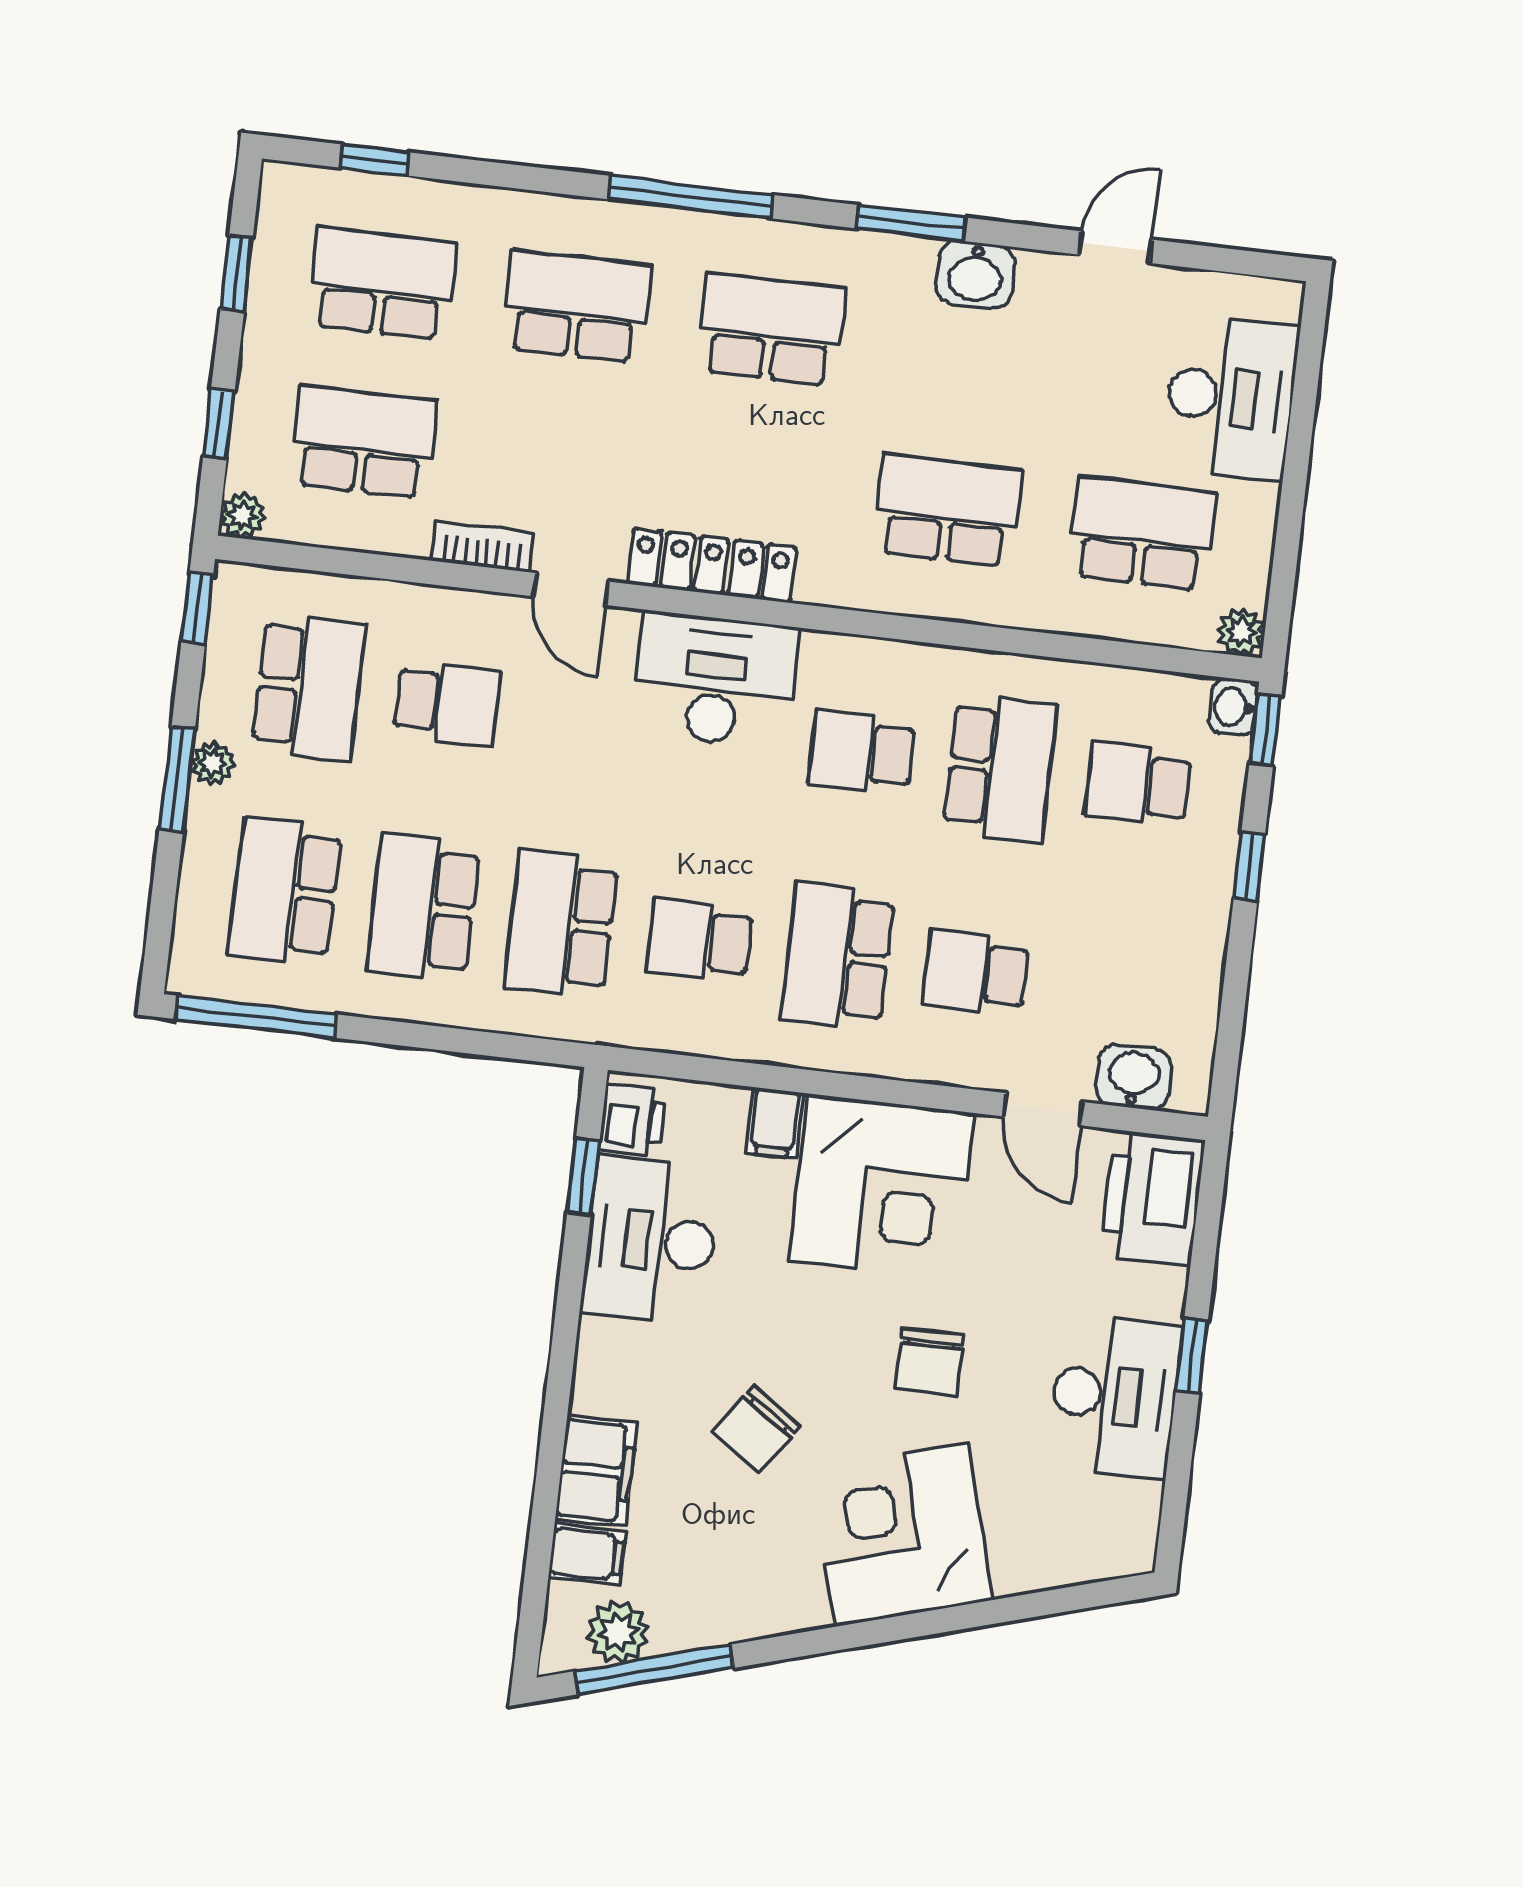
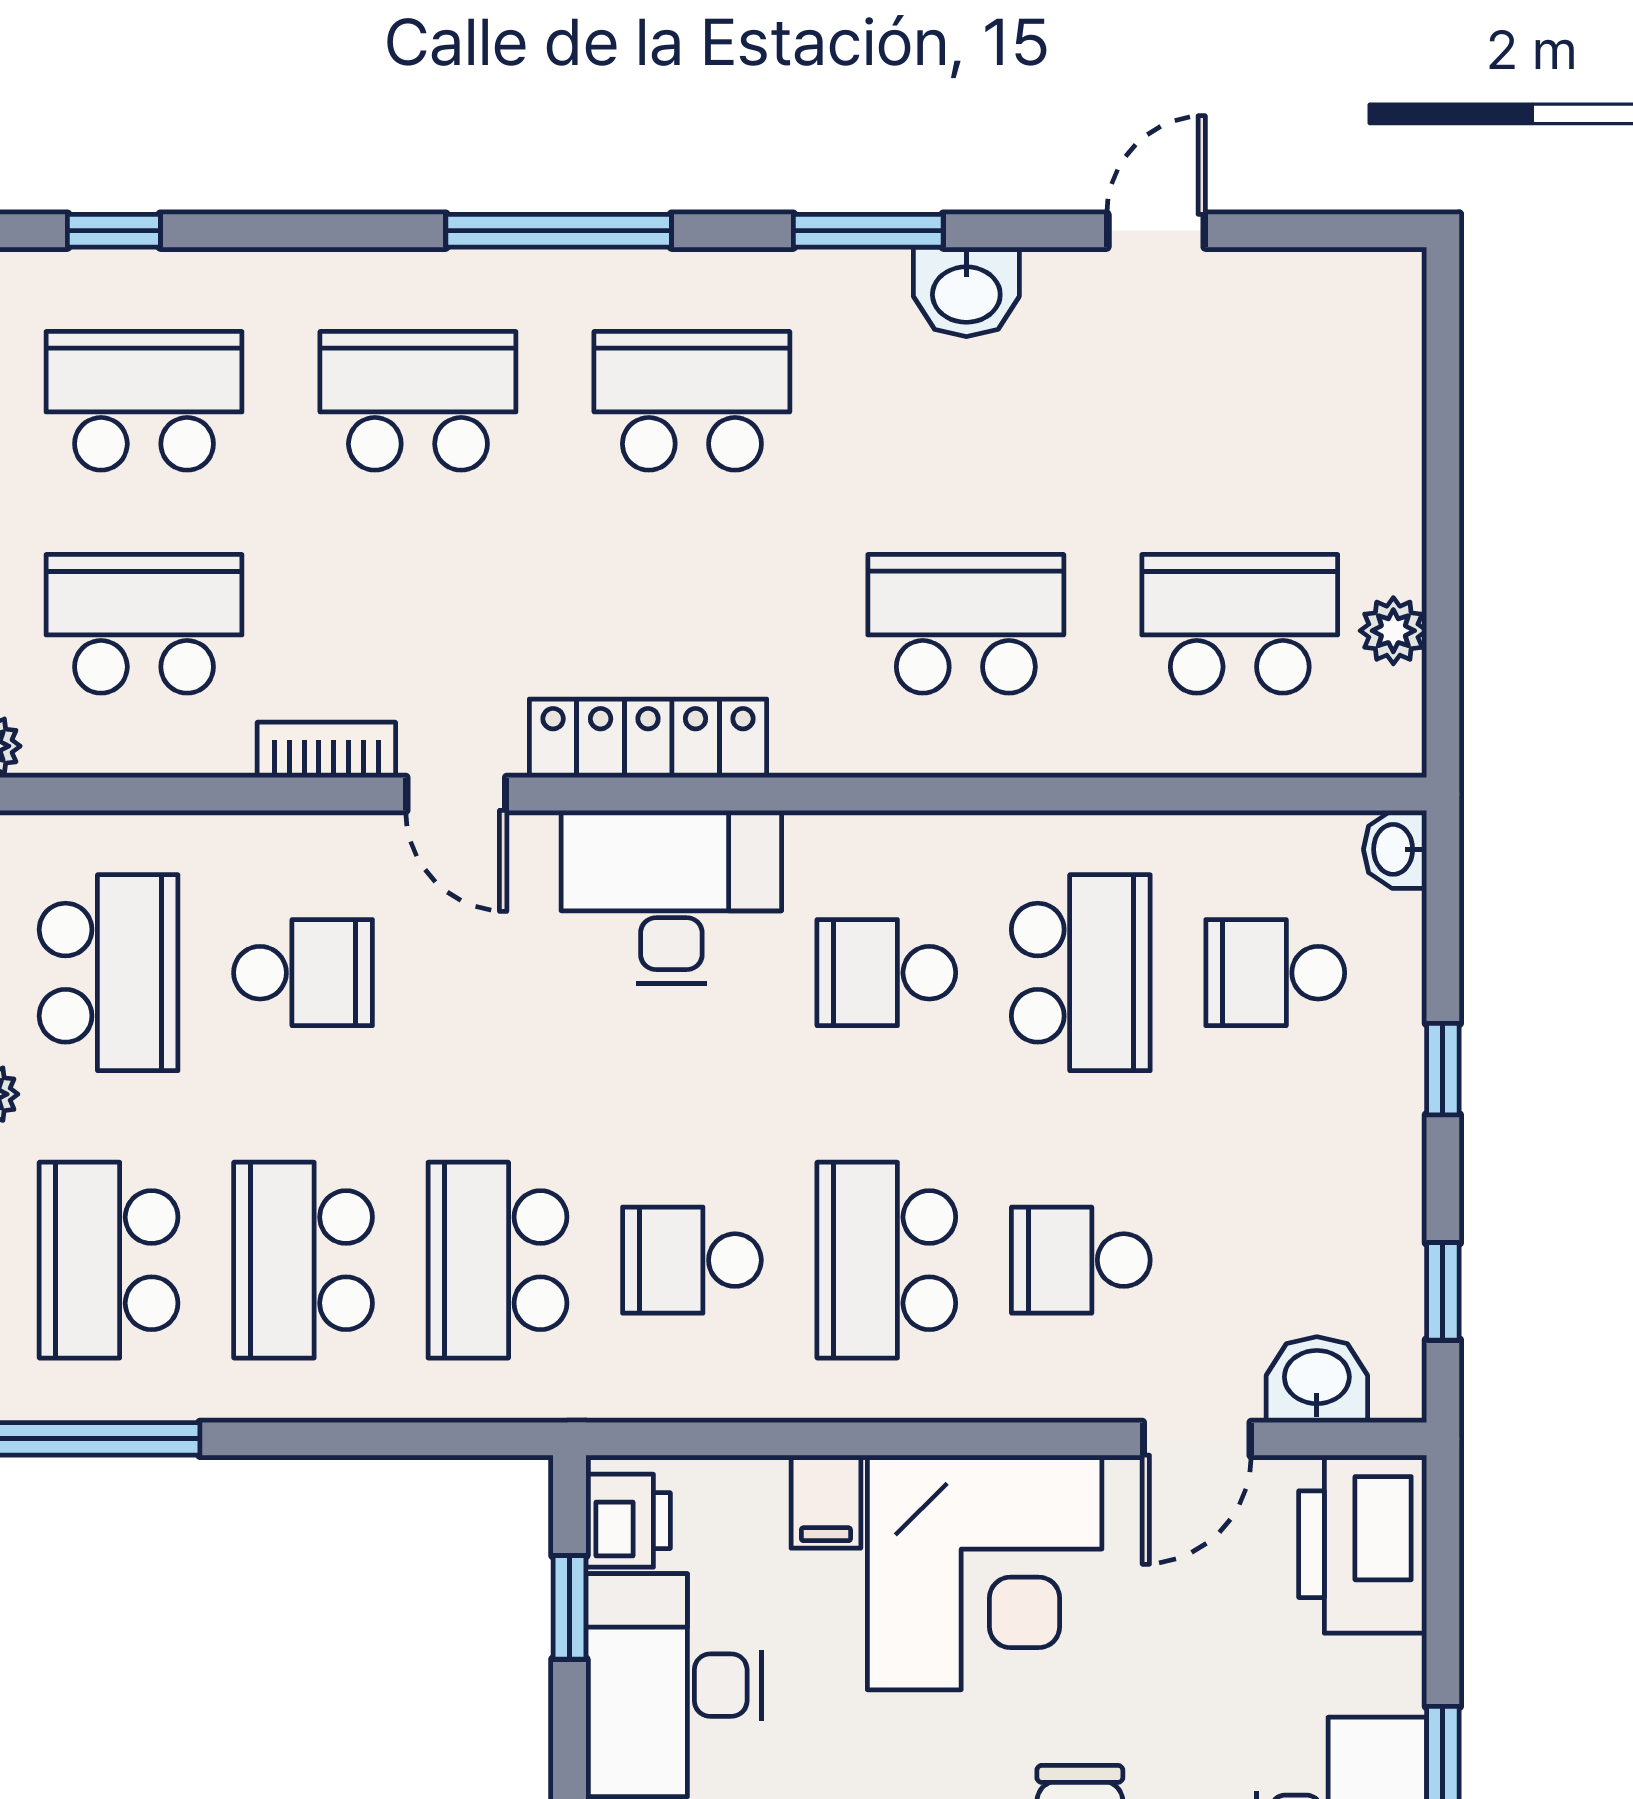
desk: (1231, 397) -> (1340, 420), removed
plant: (1241, 632) -> (1393, 631), moved
window: (1265, 730) -> (1443, 1291), moved
door: (1043, 1109) -> (1197, 1439), hinge flipped

